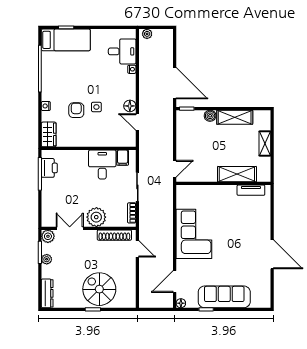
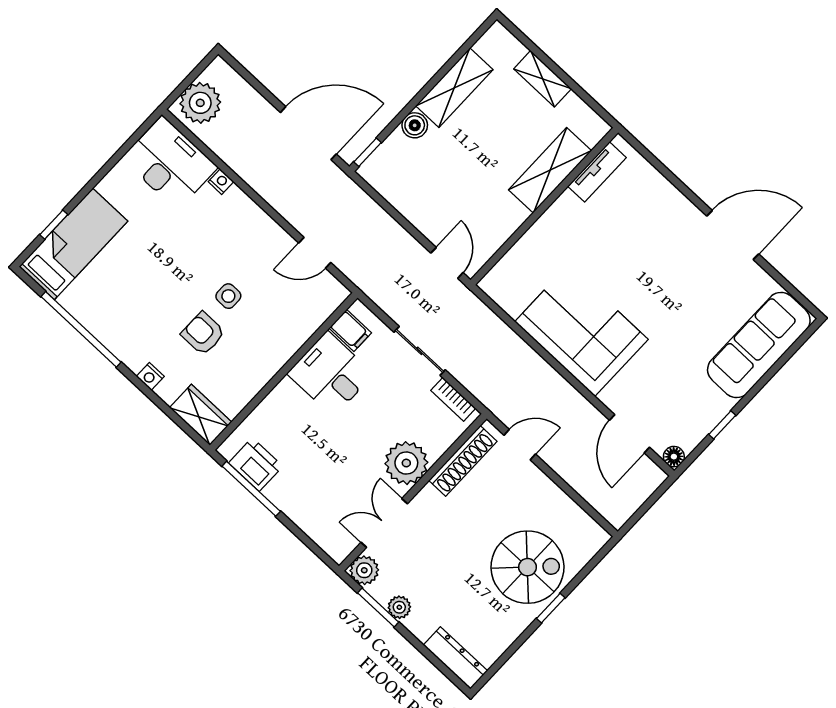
plant: (147, 34) -> (200, 103), width x1.88, depth x1.88
desk: (122, 51) -> (170, 163), width x1.37
floor lamp: (130, 106) -> (277, 240), removed
spiral stairs: (99, 289) -> (527, 567), turned 180
sofa: (224, 297) -> (759, 345), moved

